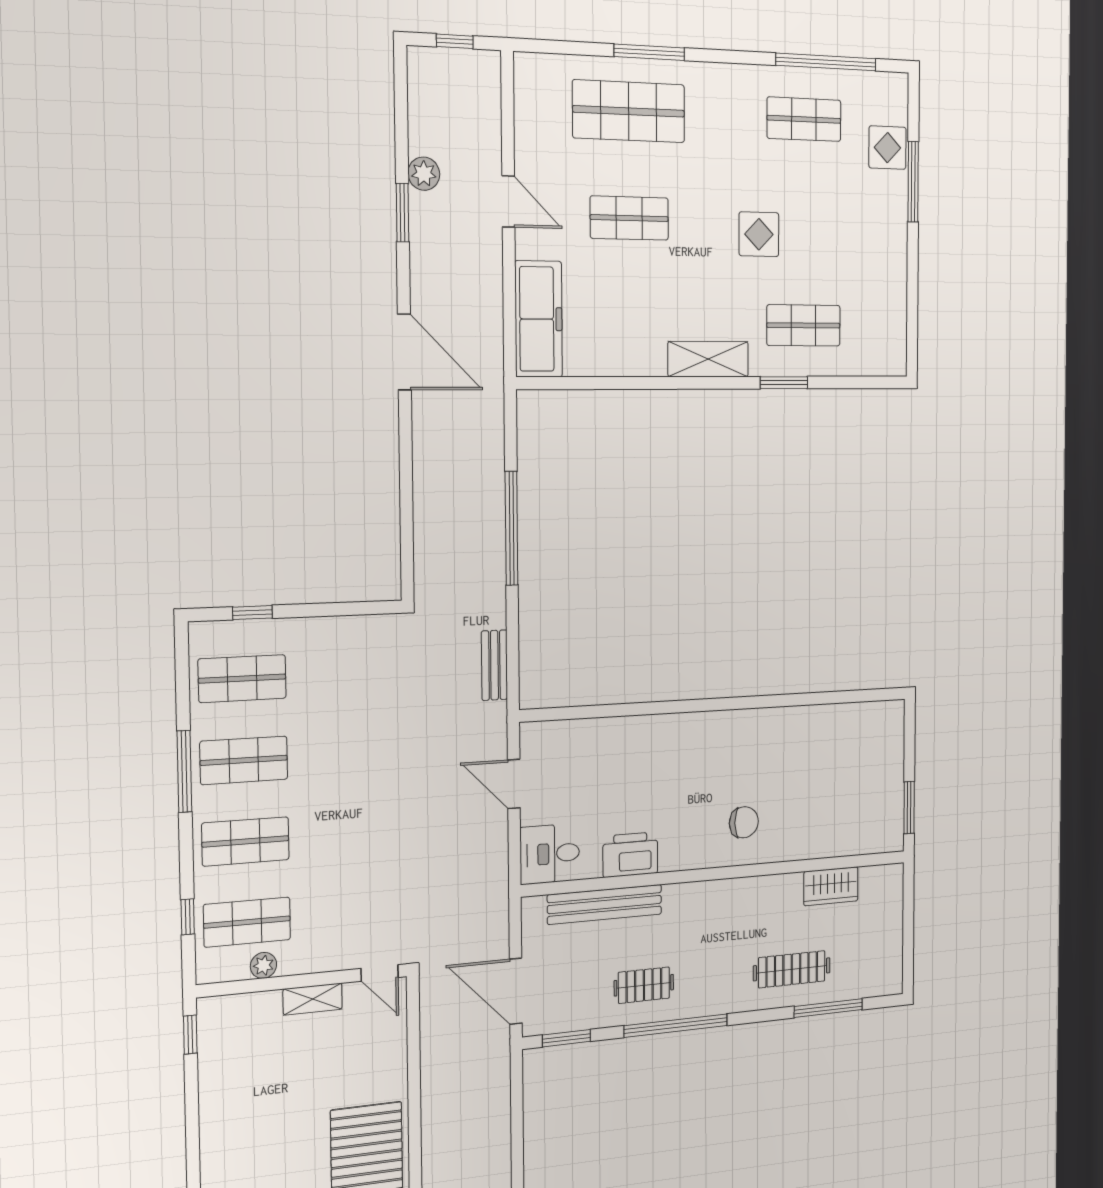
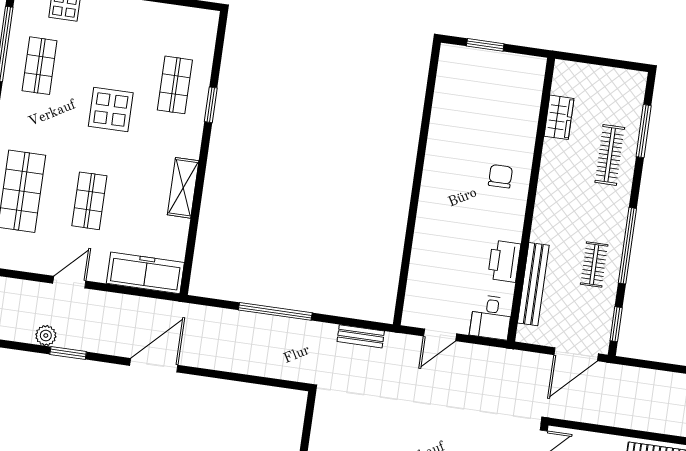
display table: (759, 234) -> (111, 109), width x1.36, depth x1.36
shelving: (708, 359) -> (183, 188), moved
window: (909, 808) -> (485, 45), moved

